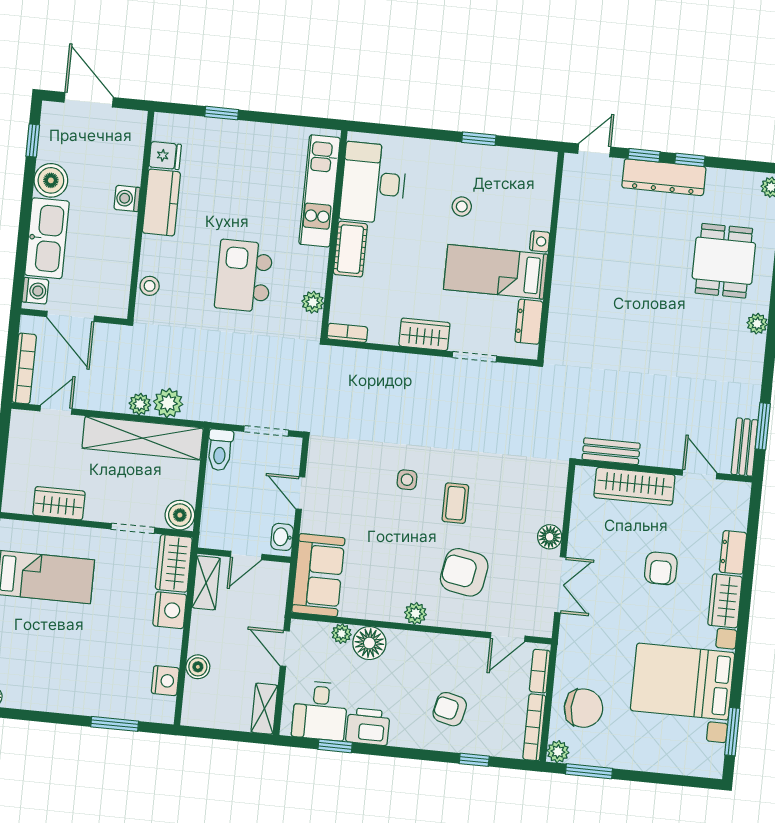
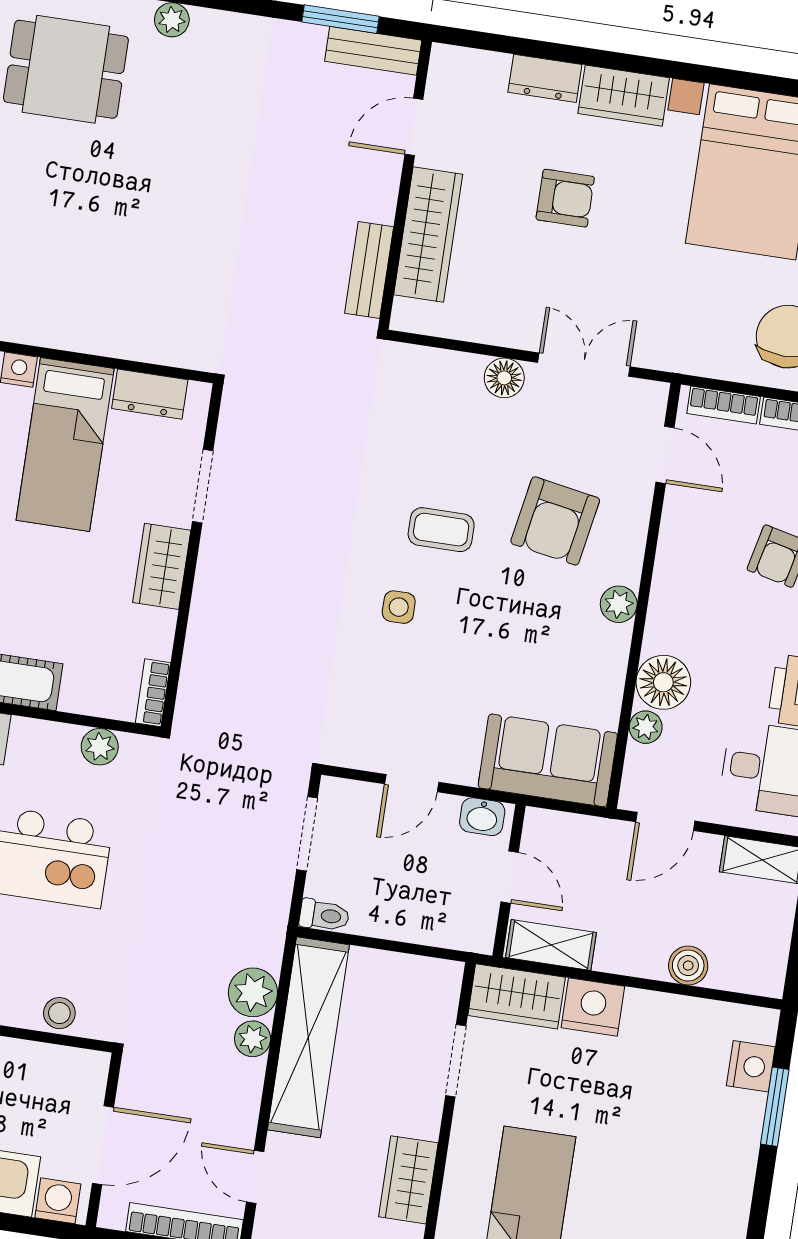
toilet: (220, 450) -> (324, 915), width x0.73, depth x0.72
boiler: (180, 515) -> (438, 982), removed
nightstand: (165, 681) -> (751, 1066), moved, turned 90

